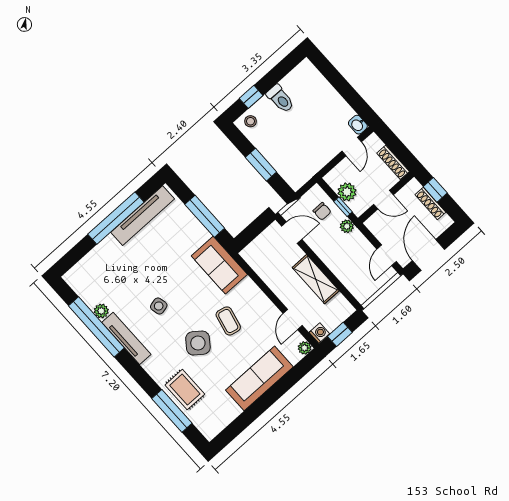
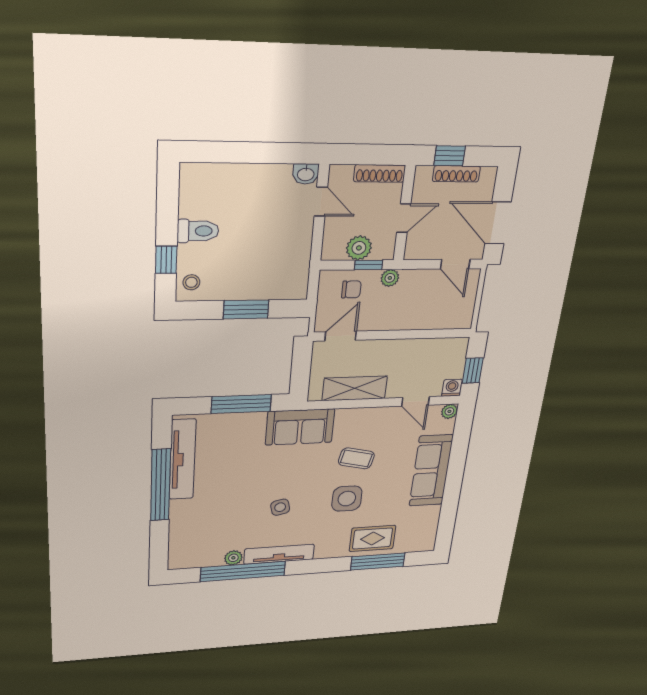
shelving: (316, 279) -> (355, 388), moved
side table: (198, 343) -> (347, 499), turned -37

